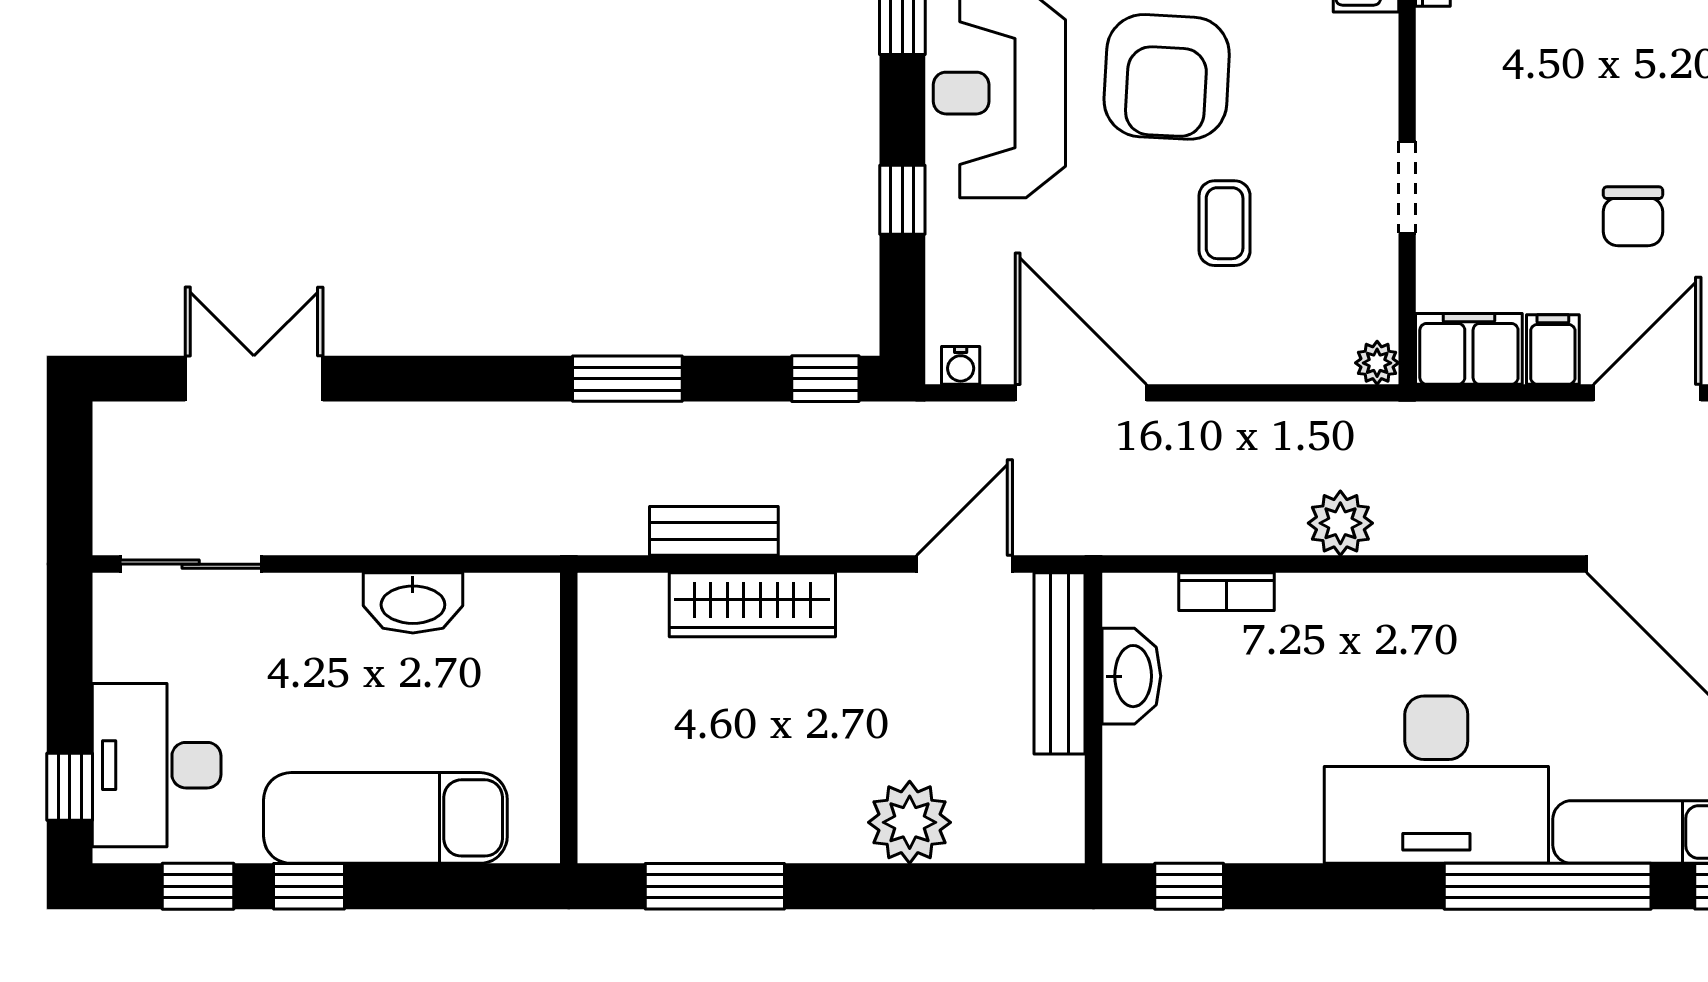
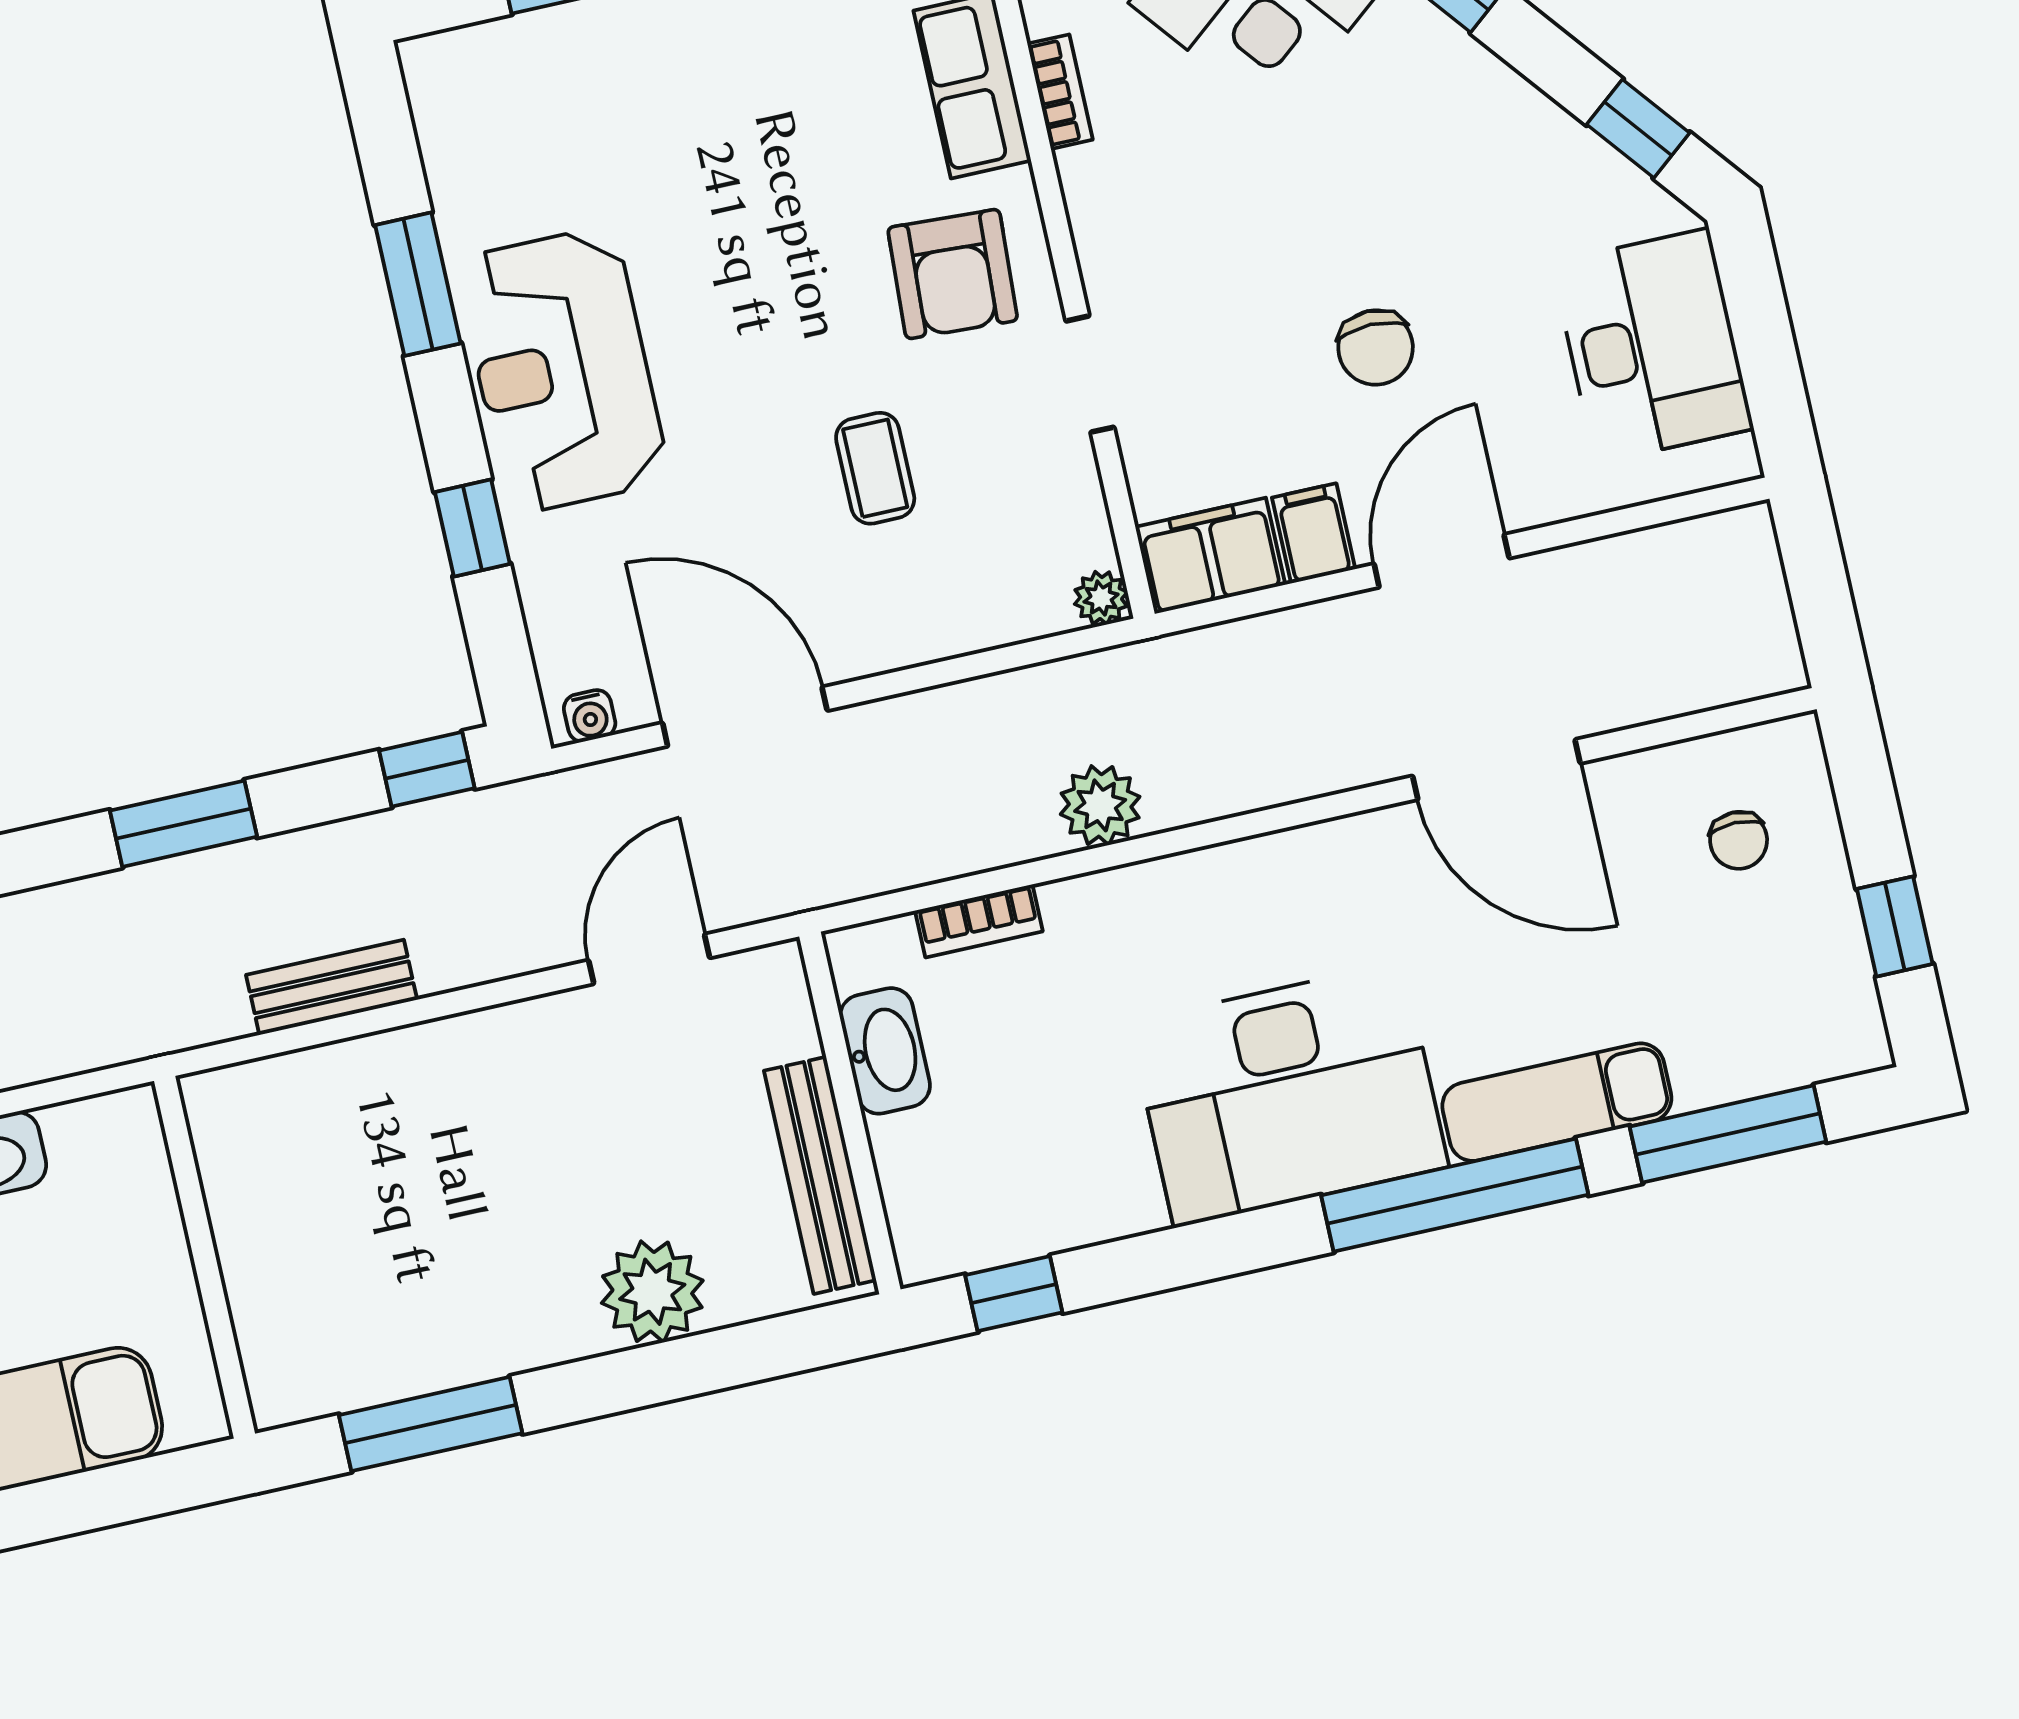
armchair: (1167, 77) -> (953, 274), moved, width x0.73, depth x0.73
wardrobe: (752, 605) -> (399, 1067), removed
bench: (1059, 663) -> (820, 1175), moved

